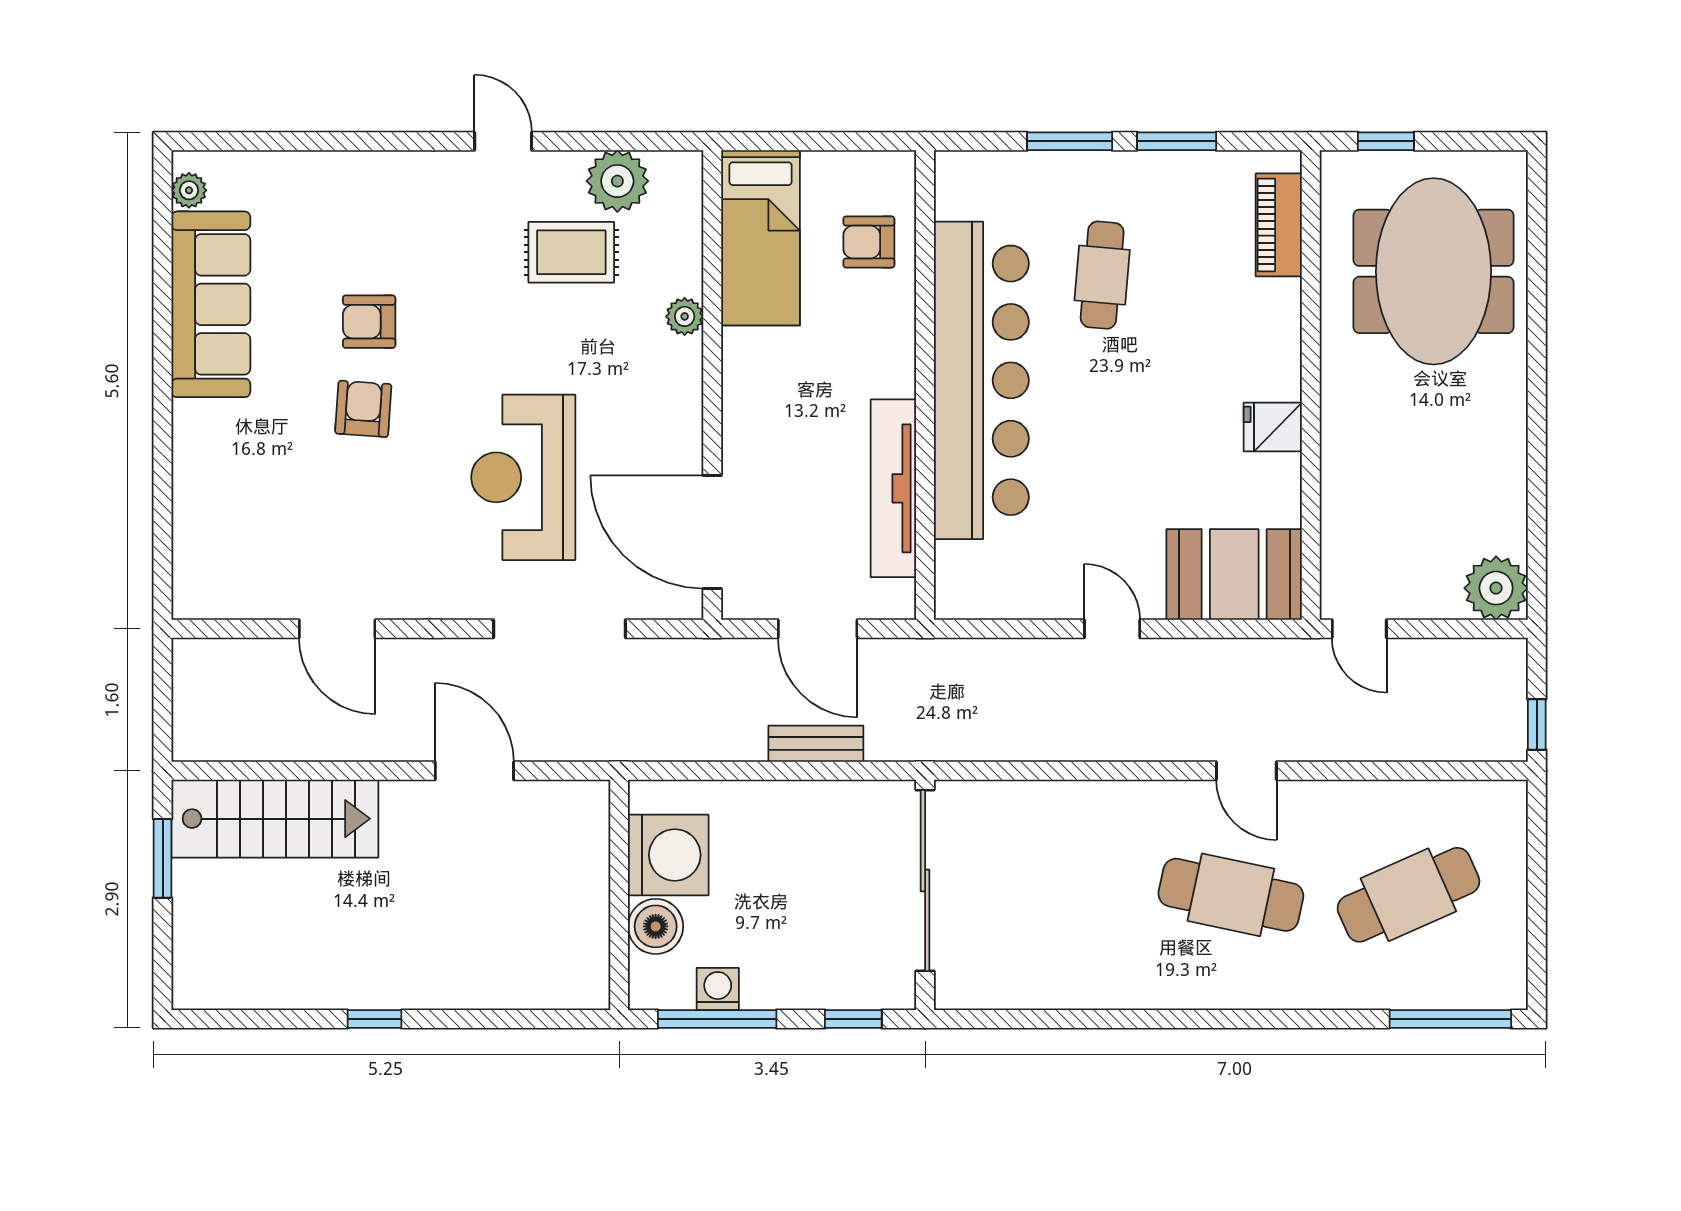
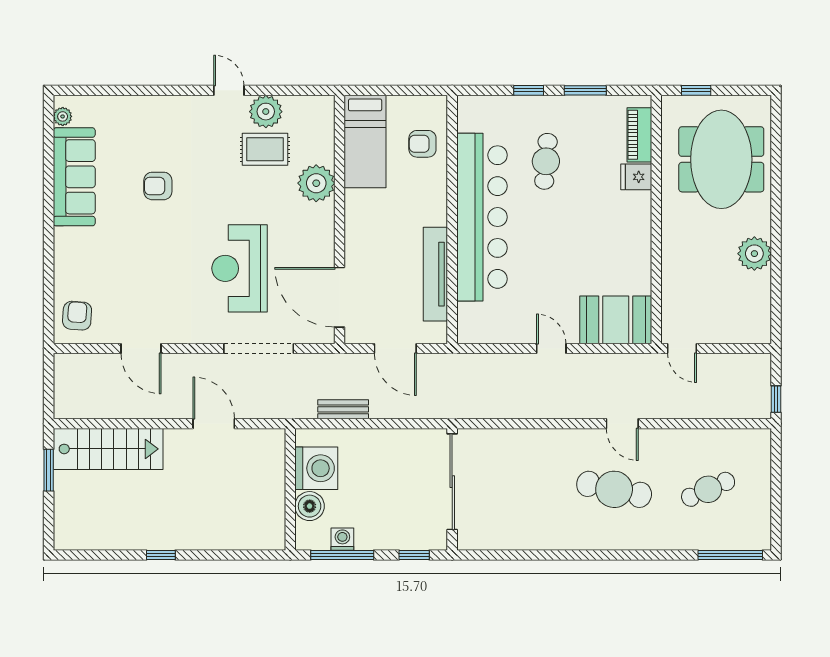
window: (1070, 141) -> (529, 90), width x0.67
plant: (617, 181) -> (266, 112), moved
plant: (685, 316) -> (316, 183), width x1.88, depth x1.88
armchair: (363, 409) -> (77, 316), moved
fridge: (1273, 427) -> (636, 177), moved
plant: (1496, 588) -> (754, 254), moved
bench: (816, 744) -> (343, 409), moved
cafe table: (1408, 895) -> (708, 489), width x0.73, depth x0.74

